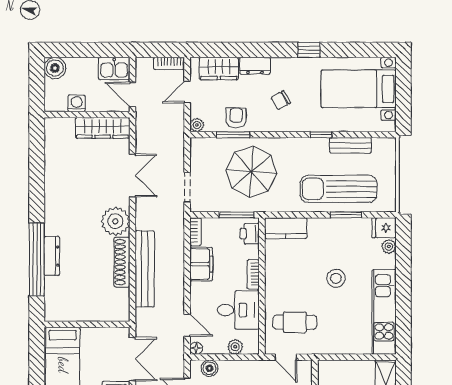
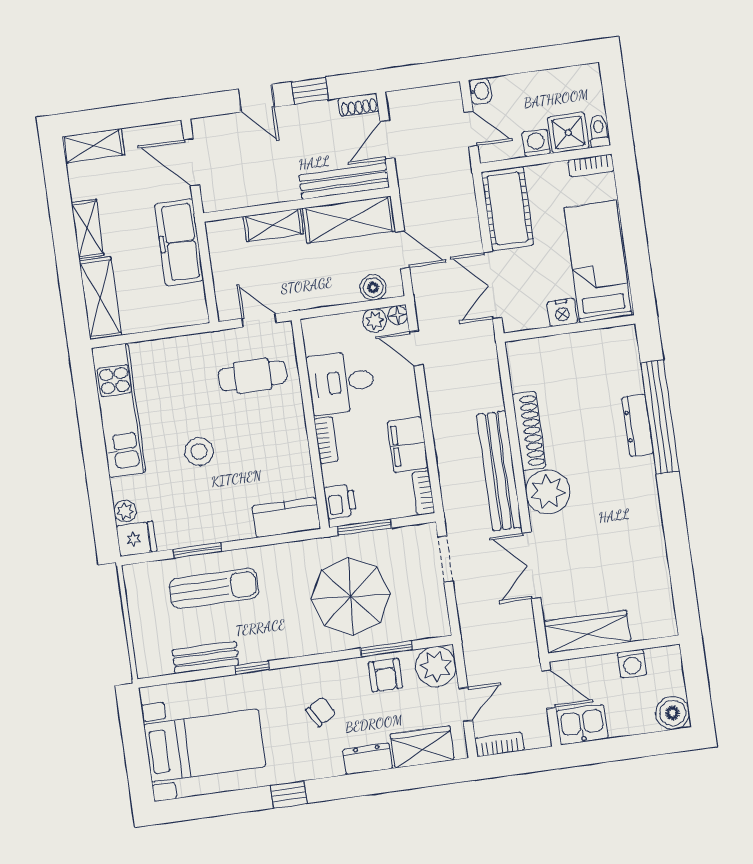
plant: (197, 125) -> (436, 667), width x1.87, depth x1.87
sun lounger: (339, 189) -> (214, 588), width x0.73, depth x0.75
bench: (145, 269) -> (499, 471), moved
nightstand: (90, 335) -> (562, 312), added
plant: (235, 347) -> (375, 321), moved

